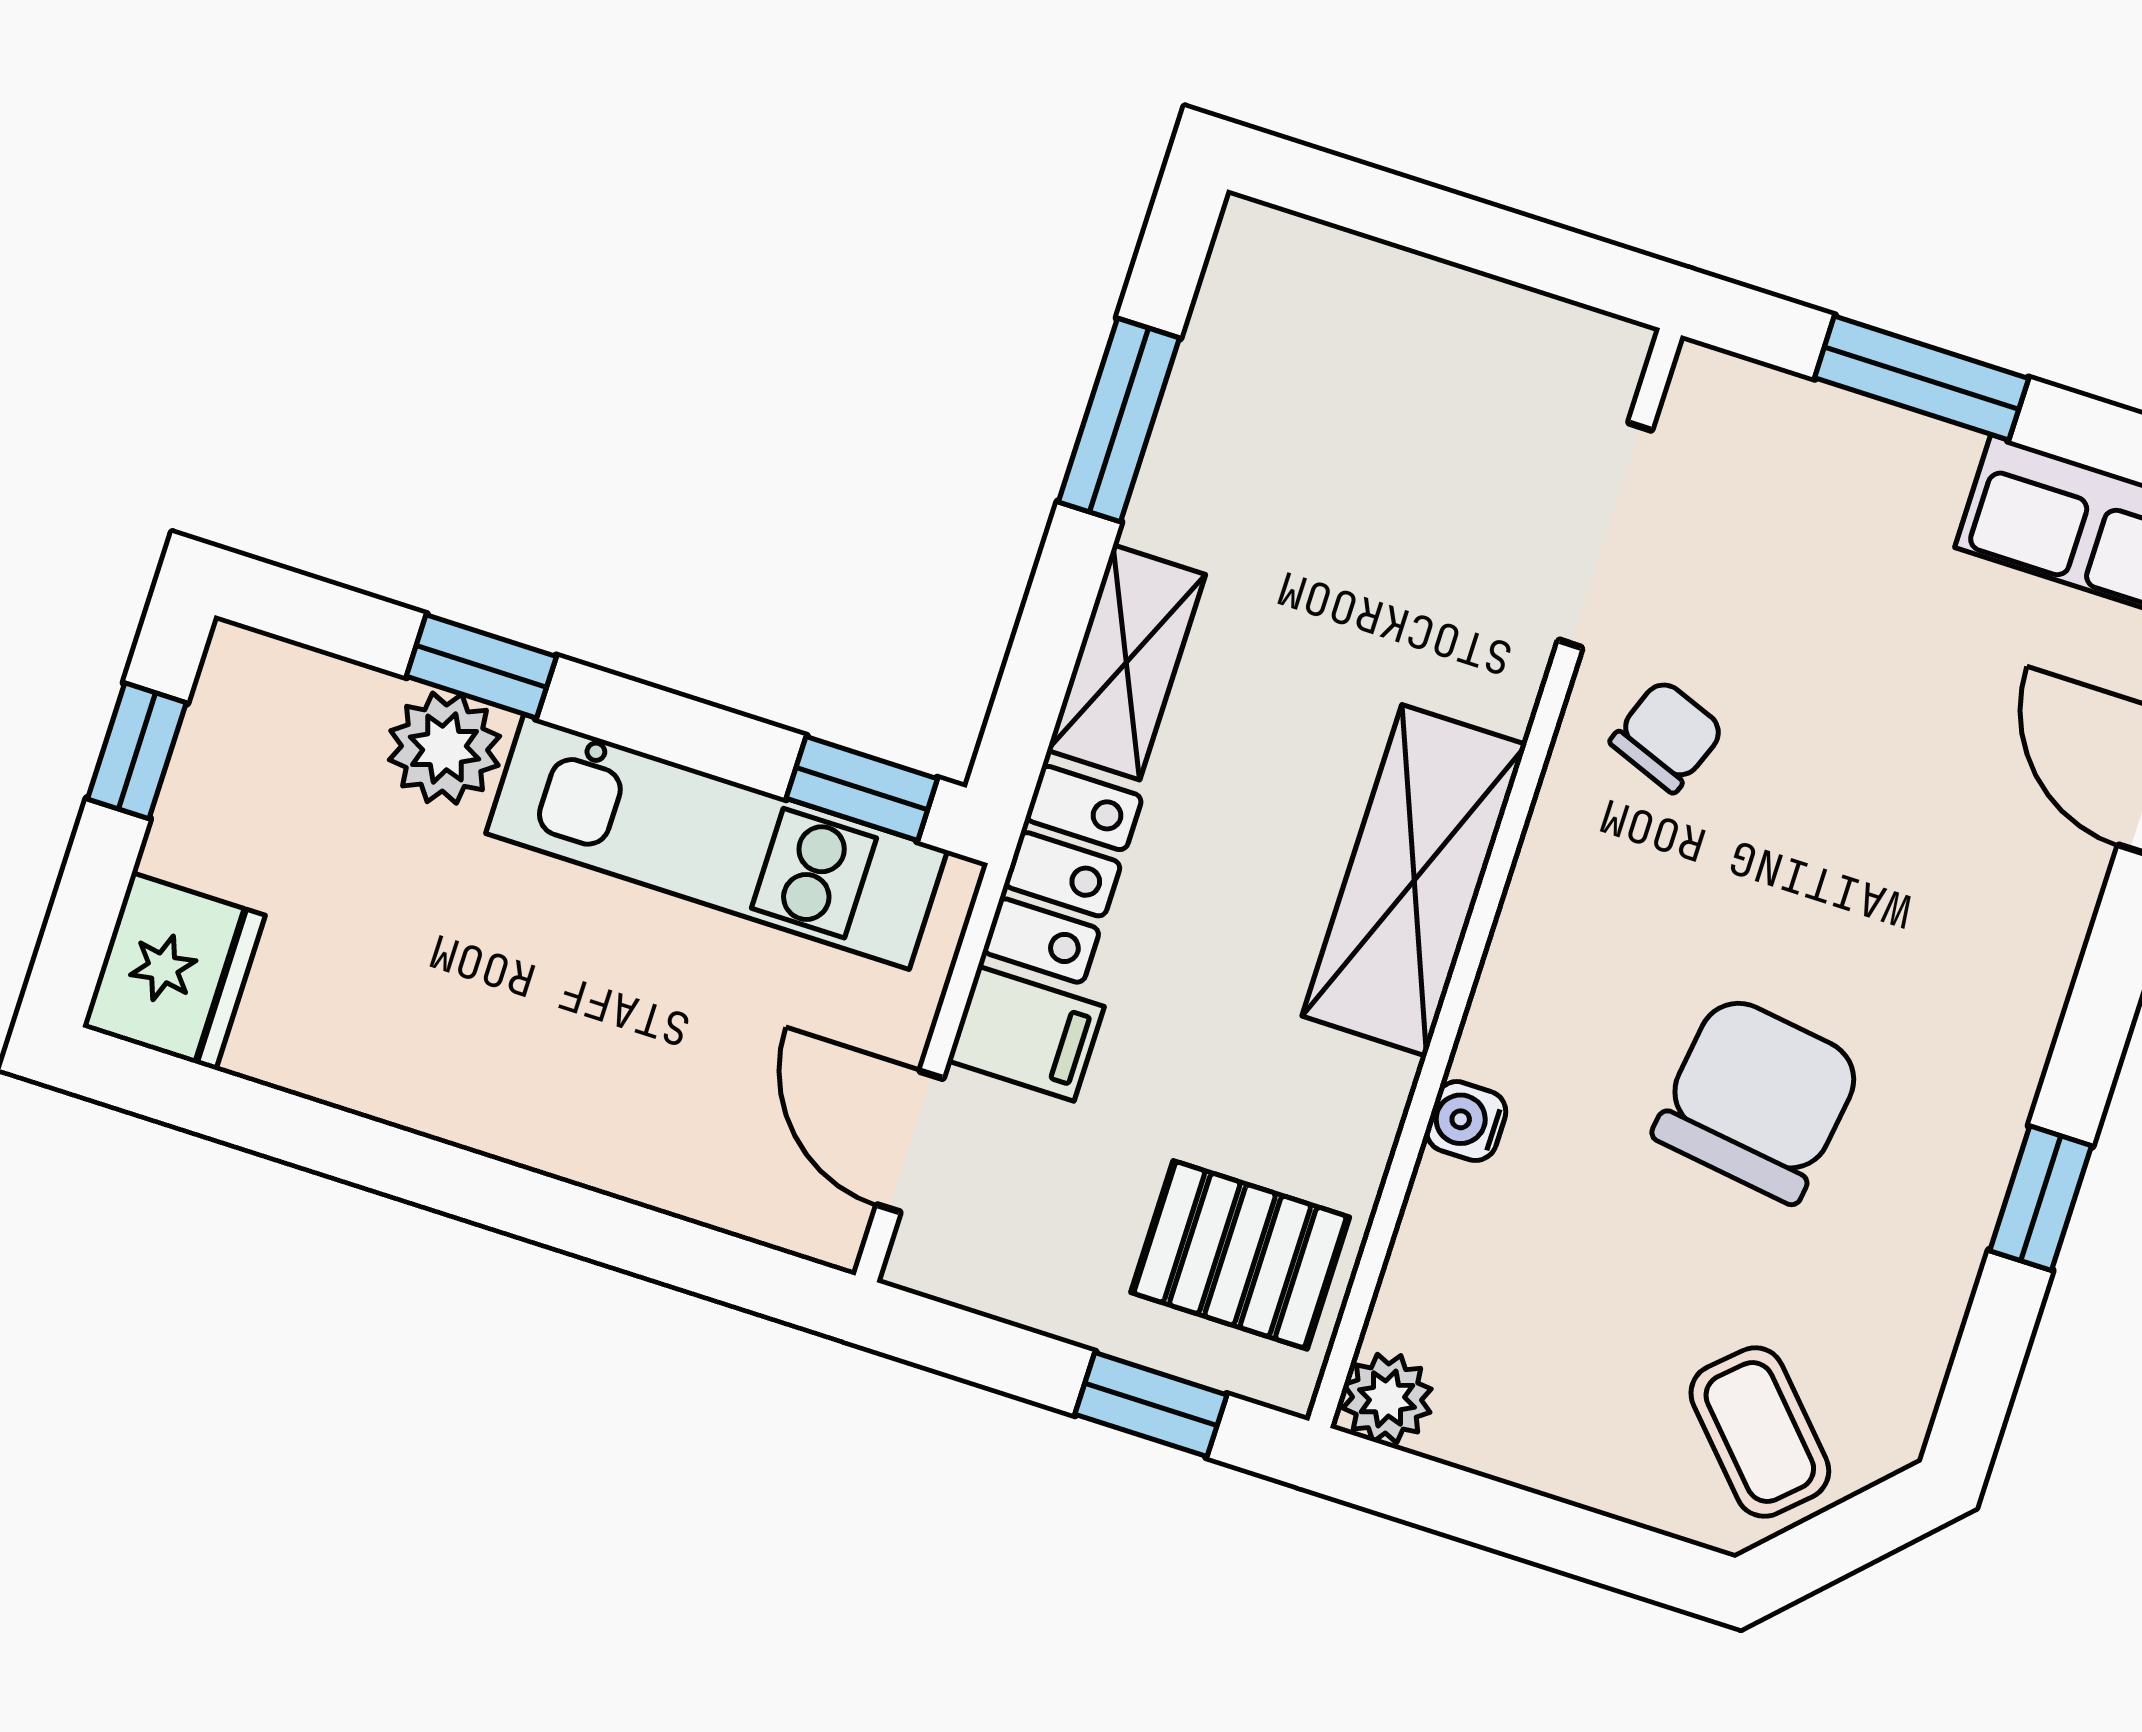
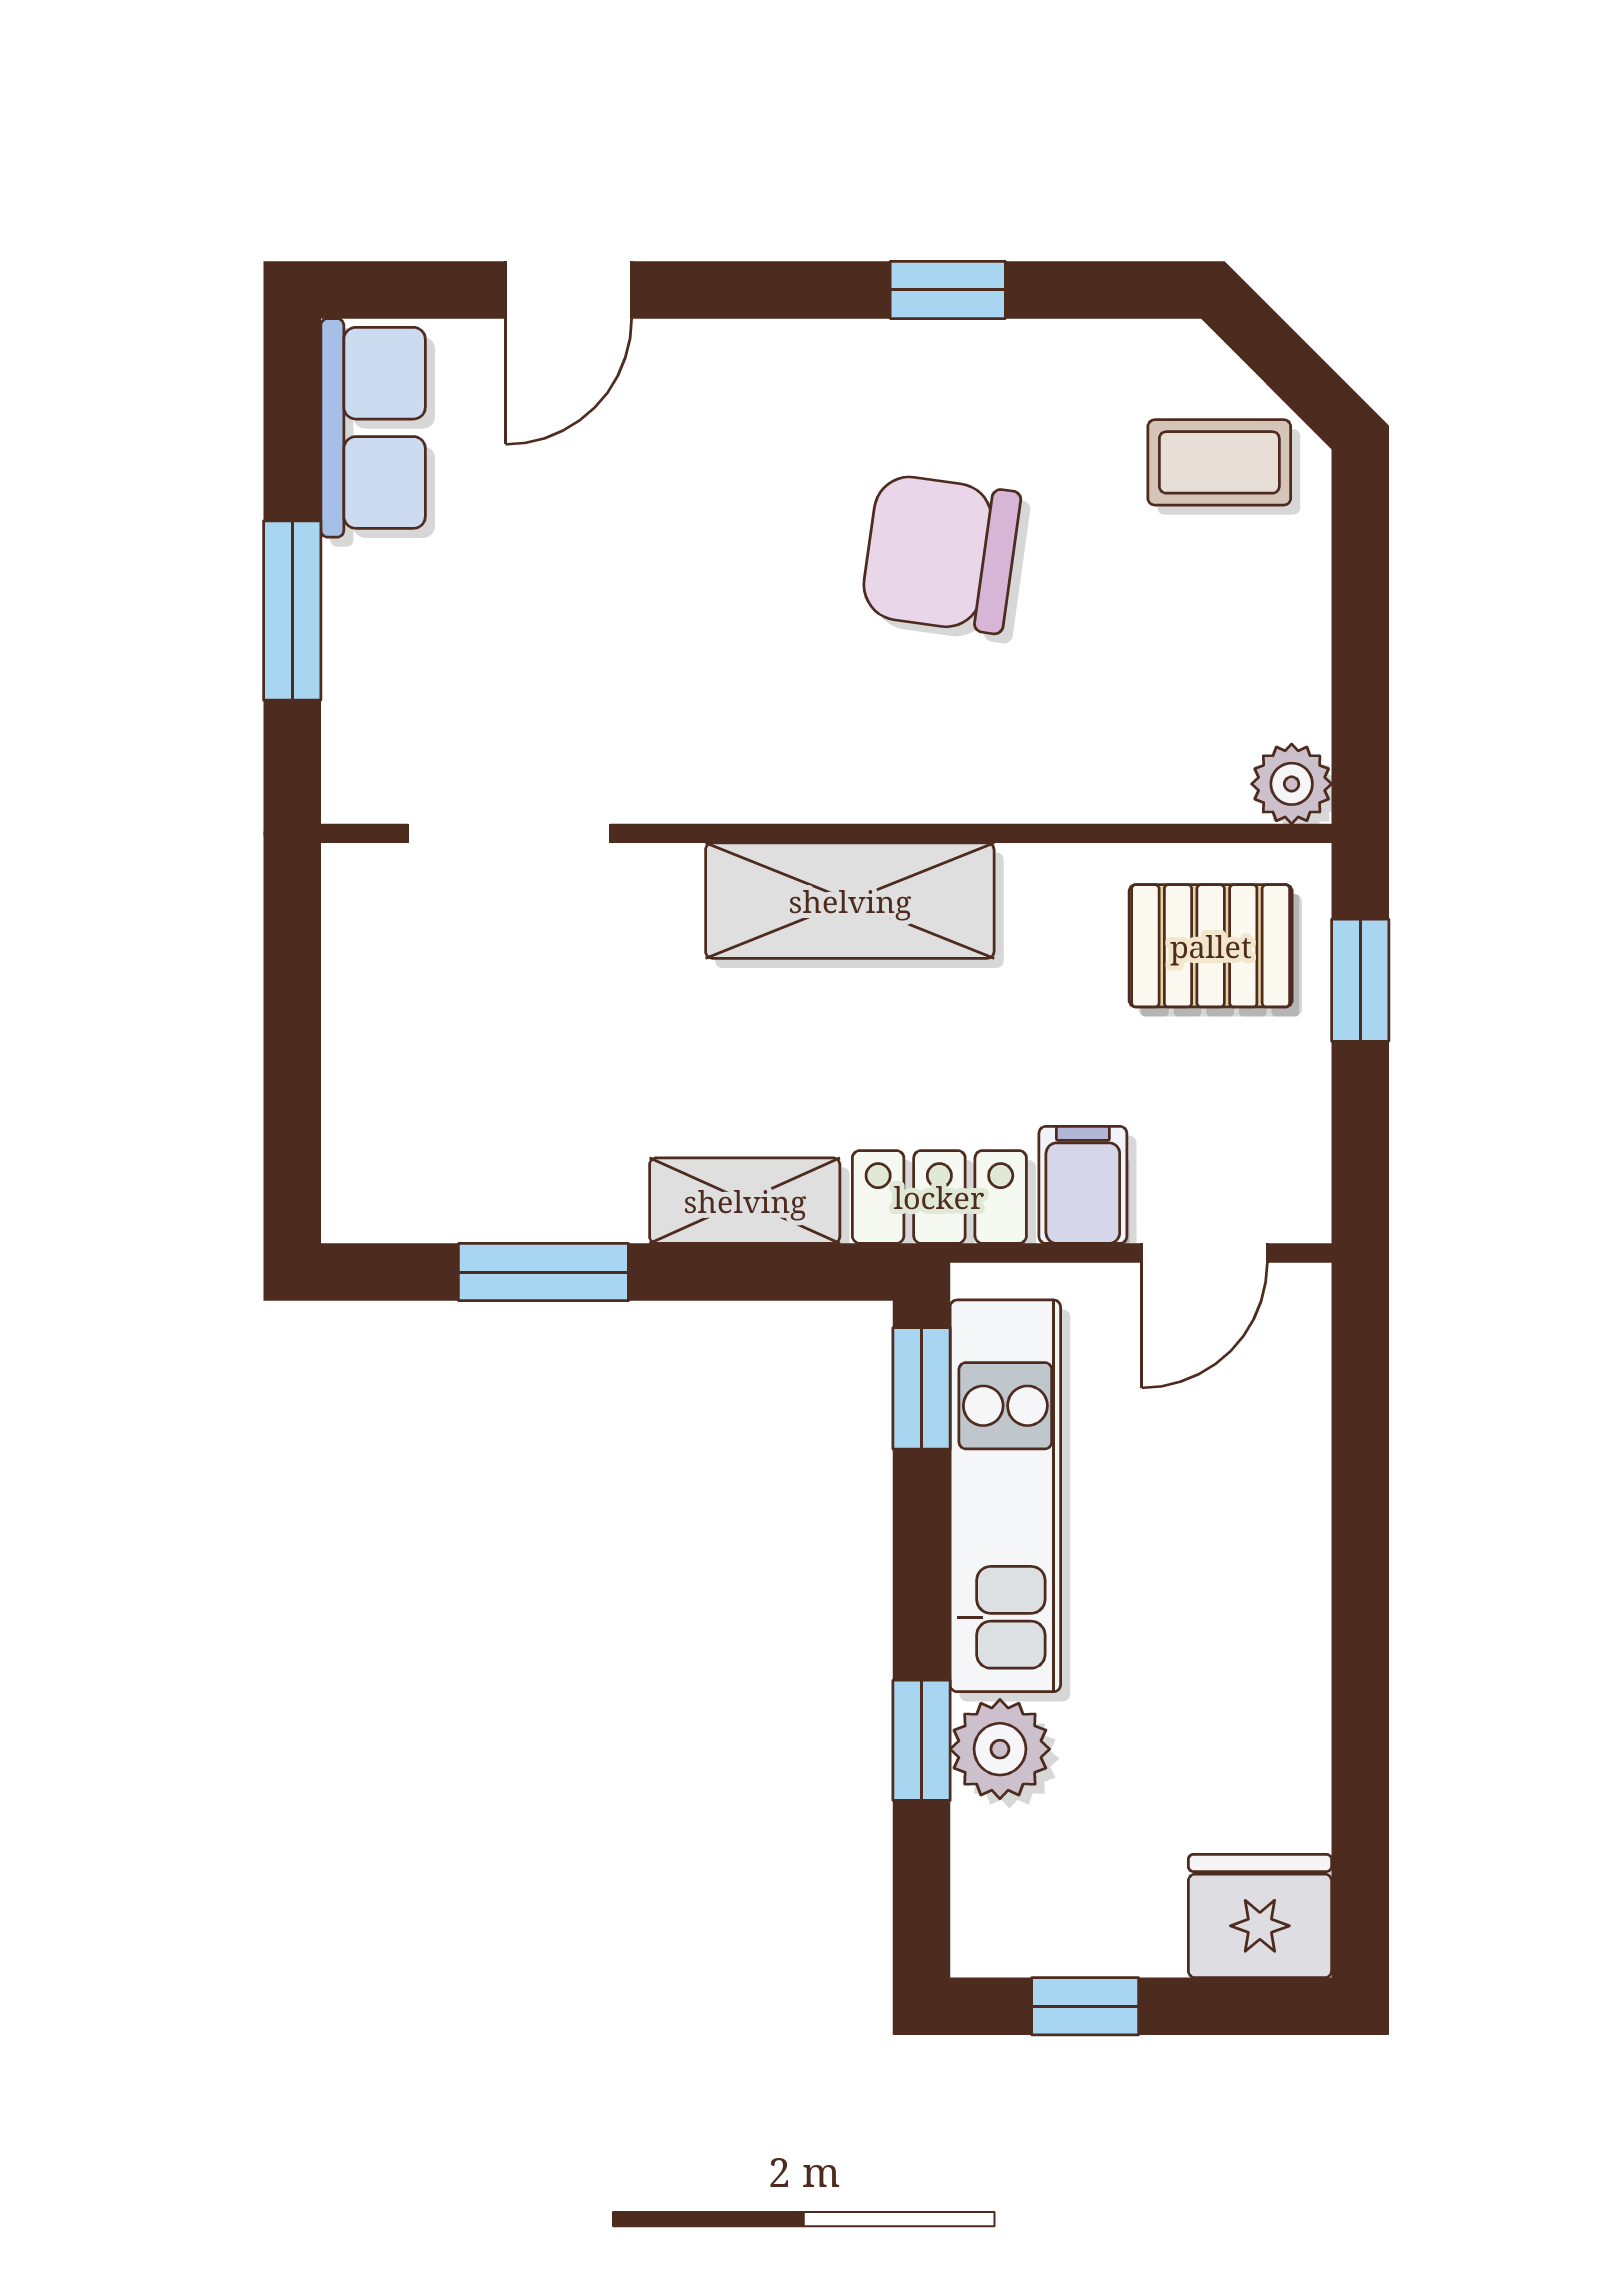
chair: (1667, 736) -> (661, 727), removed
water cooler: (1466, 1121) -> (1038, 792), removed
pallet: (1240, 1255) -> (1211, 946), turned 90
coffee table: (1760, 1432) -> (1219, 462), turned 43

